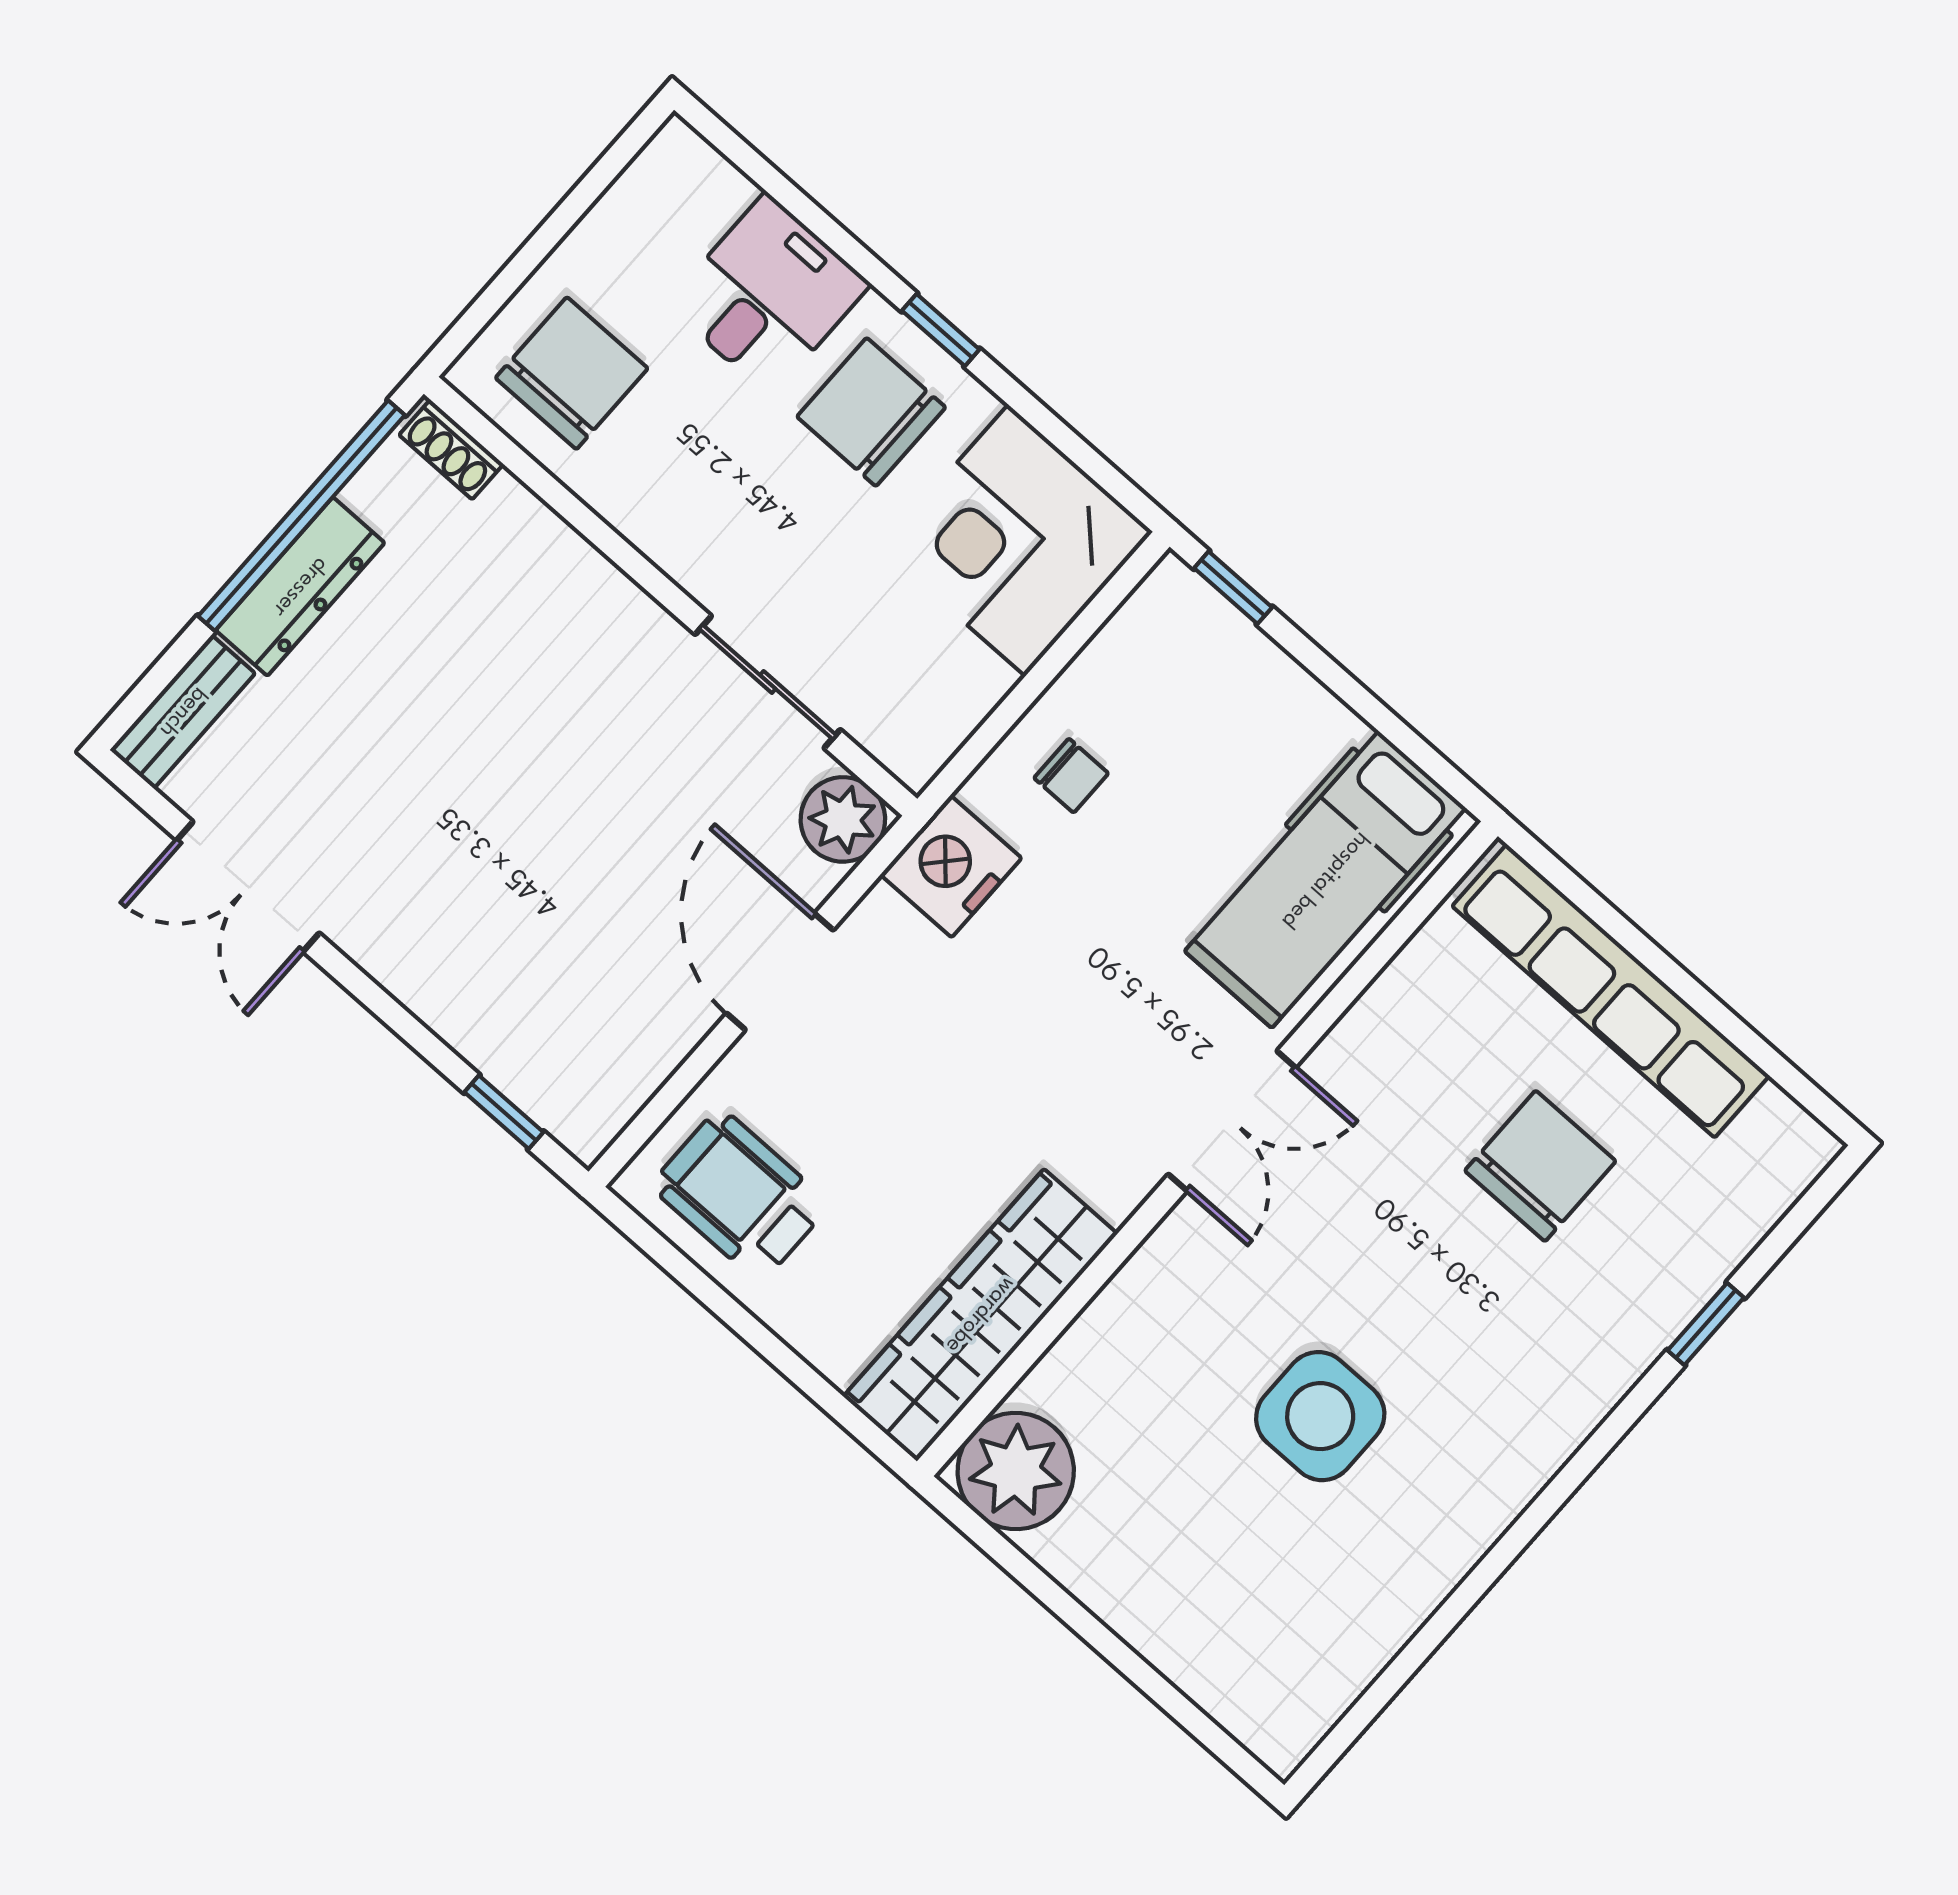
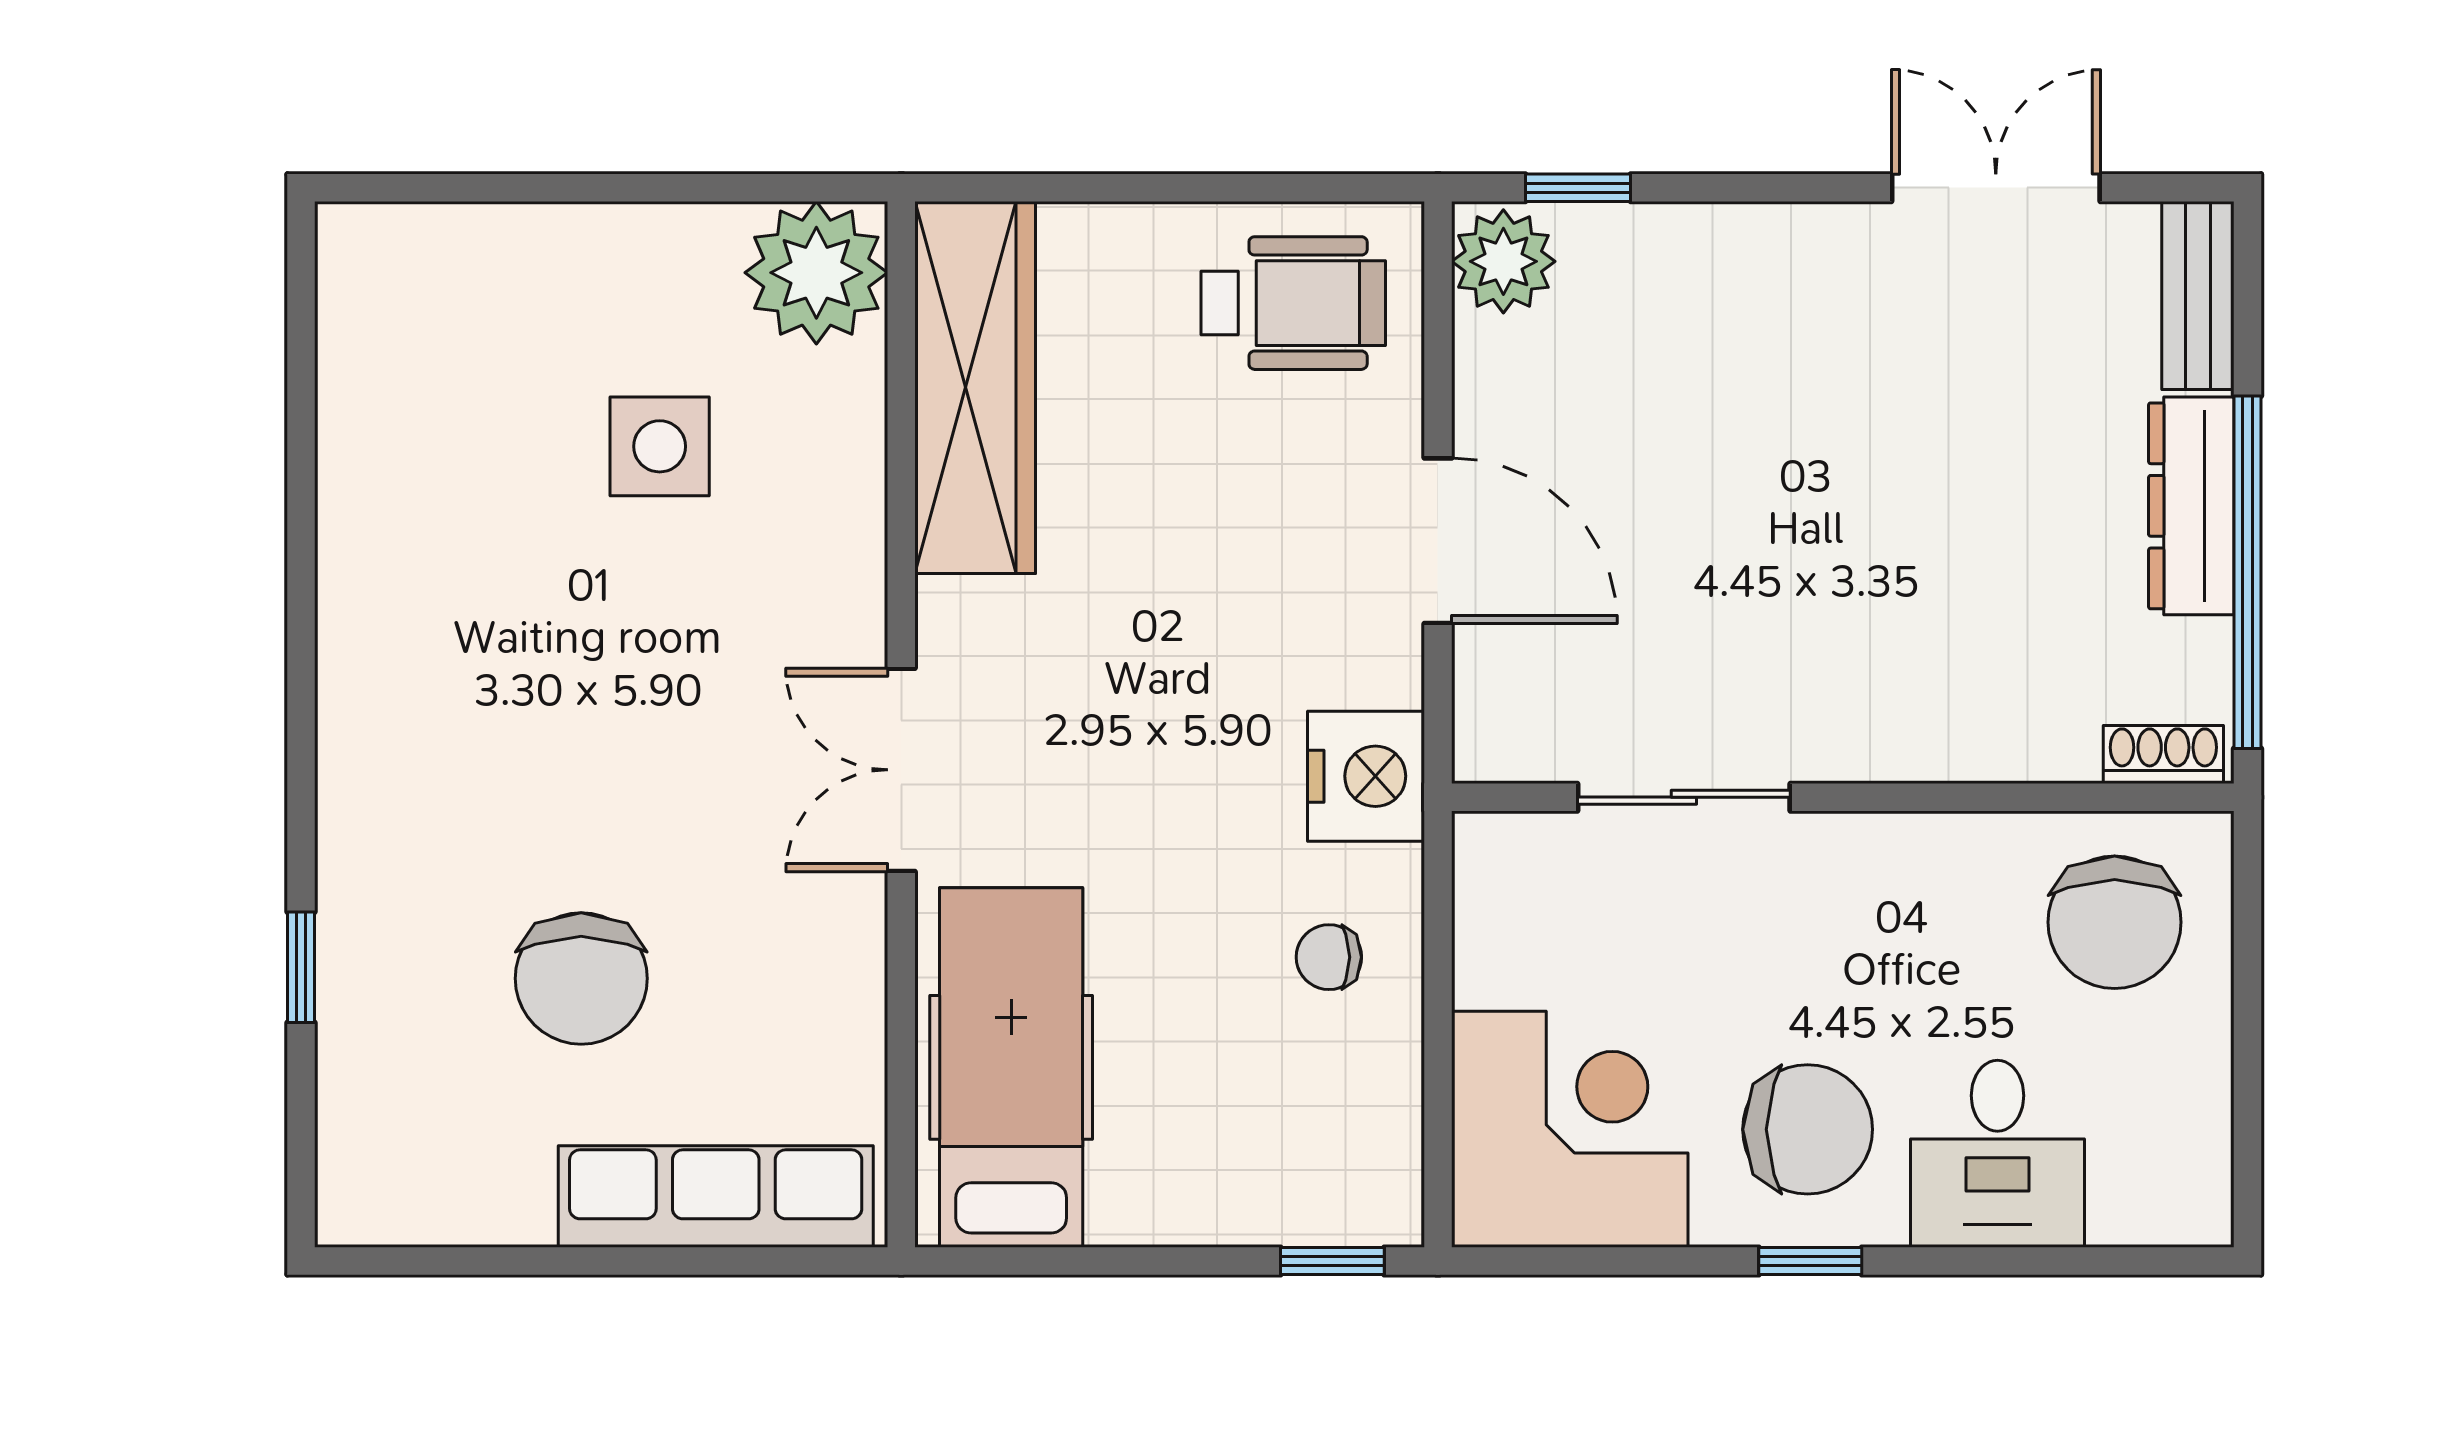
plant: (843, 819) -> (1503, 261), moved
row of seats: (1611, 991) -> (716, 1197), width x0.73
side table: (1320, 1416) -> (660, 446), moved, width x0.73, depth x0.73

